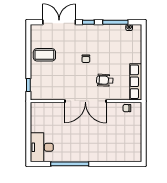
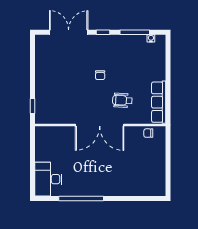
coffee table: (44, 55) -> (51, 70), removed

